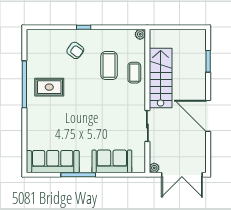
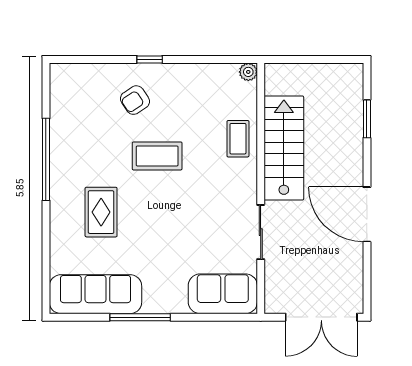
armchair: (75, 50) -> (135, 100), turned 110
coffee table: (109, 66) -> (157, 156), moved, turned 90
rug: (49, 87) -> (101, 212), moved, turned 90
sofa: (112, 161) -> (223, 294), moved
plant: (154, 168) -> (273, 305), removed

